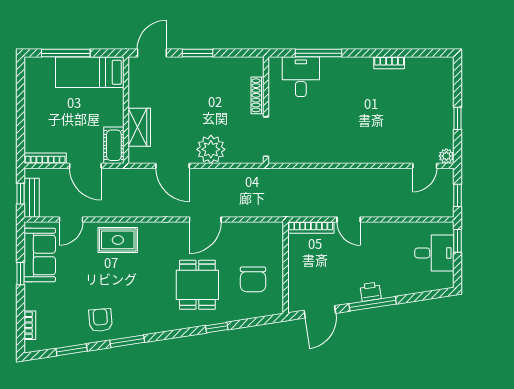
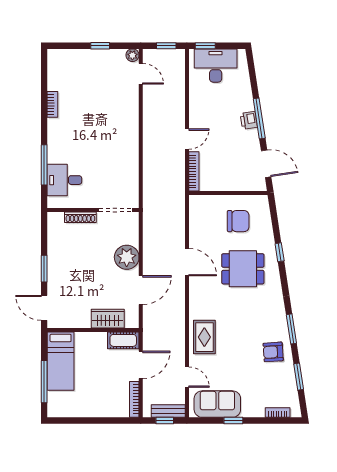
desk: (434, 253) -> (216, 66), width x1.37

